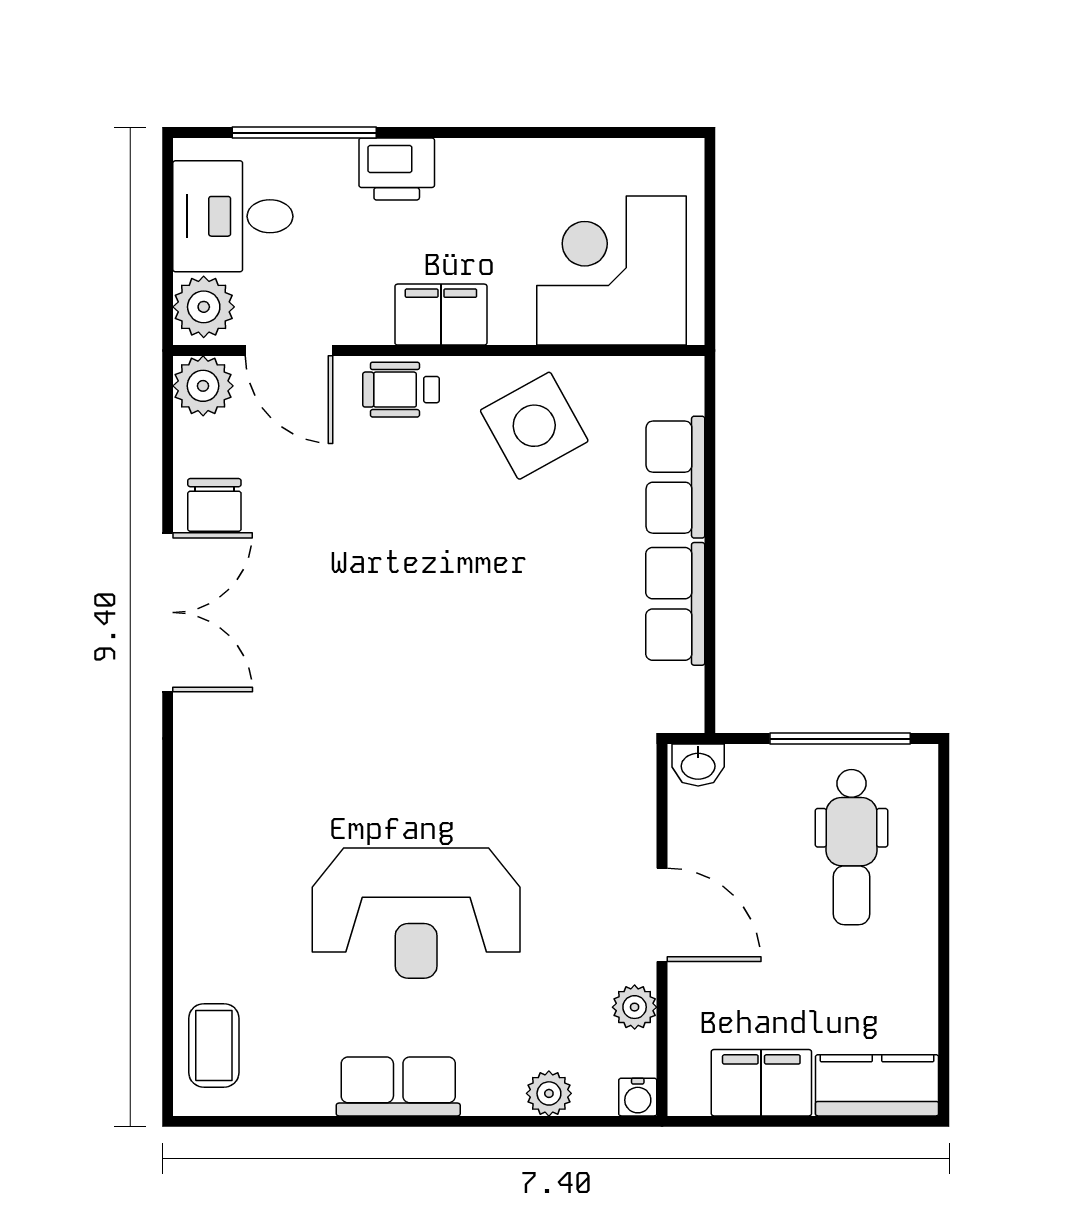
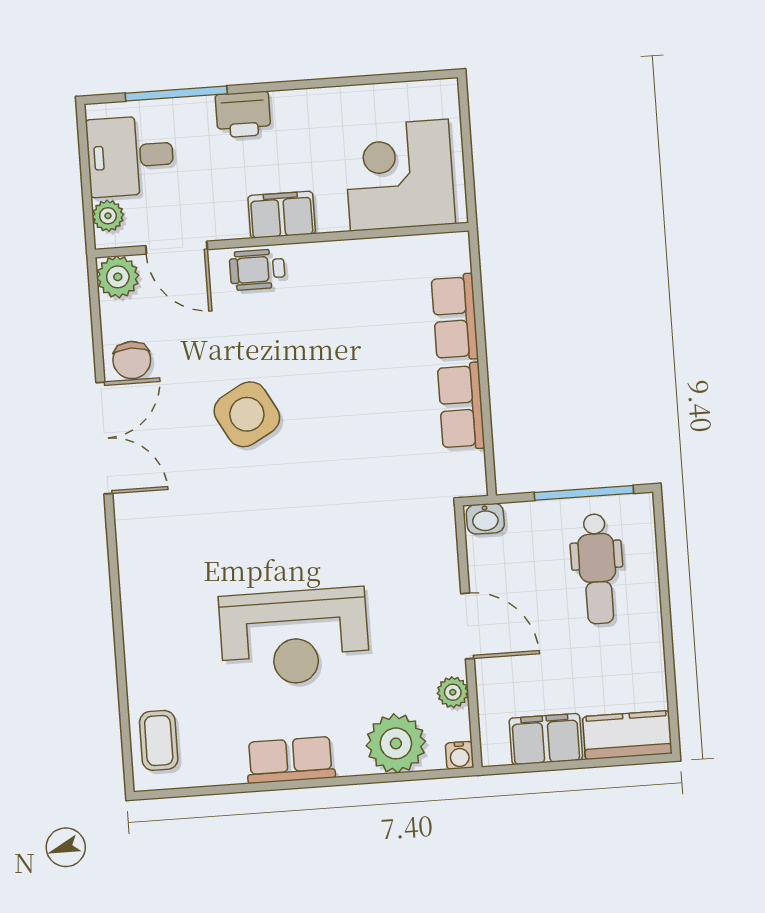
plant: (204, 307) -> (108, 216), width x0.73, depth x0.73
side table: (534, 426) -> (247, 414), moved
plant: (549, 1093) -> (396, 743), width x1.87, depth x1.87

